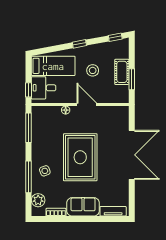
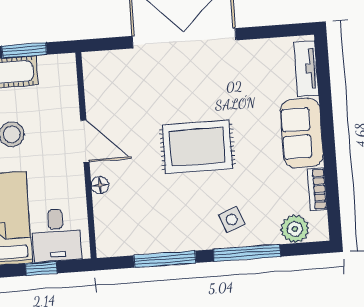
window: (29, 90) -> (41, 268), moved
door: (87, 105) -> (85, 141), swing flipped
window: (29, 128) -> (165, 259), moved
rug: (80, 157) -> (197, 147), width x0.73, depth x0.69

